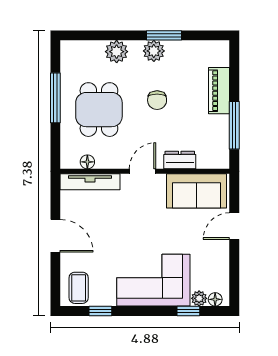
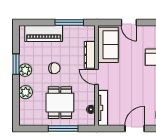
piano: (219, 91) -> (44, 34), width x1.37, depth x1.33
window: (55, 98) -> (63, 128), moved
dining table: (99, 110) -> (60, 103), turned 90
dresser: (180, 160) -> (90, 55), width x1.44

